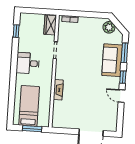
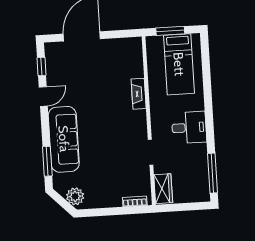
window: (16, 31) -> (213, 173), width x2.17
sofa: (112, 60) -> (64, 139), width x1.36
window: (123, 77) -> (41, 67), moved
door: (122, 96) -> (43, 97), hinge flipped

